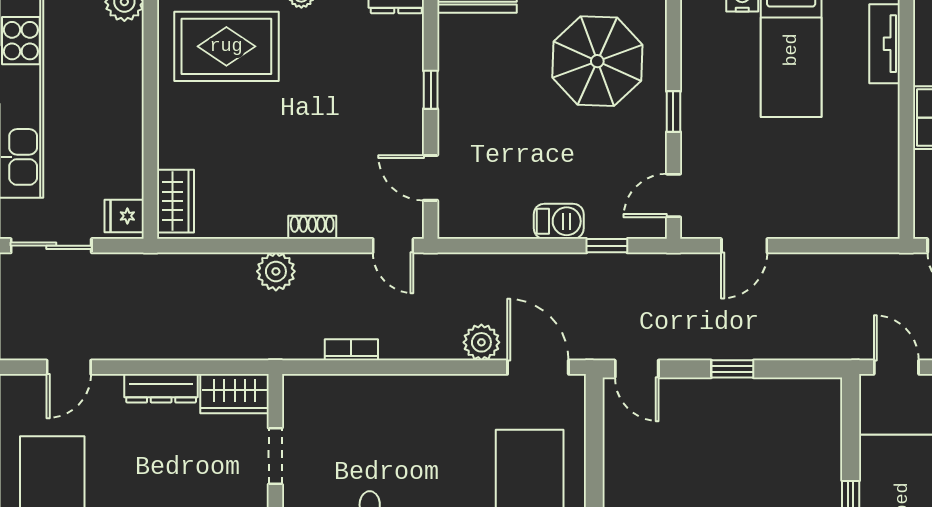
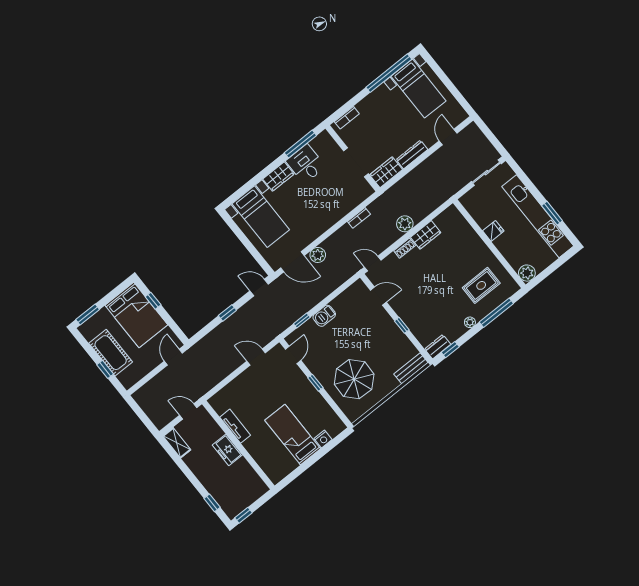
tv unit: (884, 44) -> (235, 426), moved
rug: (226, 46) -> (481, 285), width x0.73, depth x0.70
wardrobe: (176, 201) -> (426, 235), moved, turned -90
fridge: (124, 216) -> (493, 231), moved
door: (744, 246) -> (256, 357), hinge flipped
door: (896, 367) -> (173, 357), swing flipped
doorway: (275, 456) -> (356, 162), width x1.38

